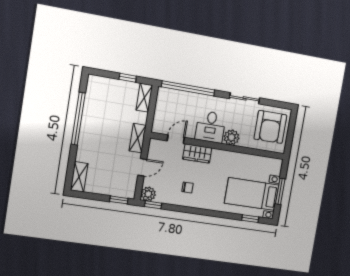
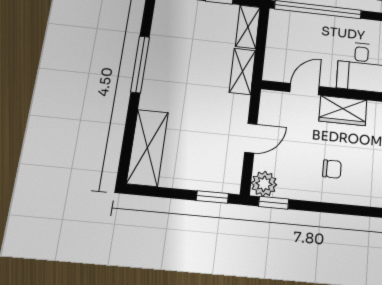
window: (78, 119) -> (140, 64), width x0.68
shelving: (138, 138) -> (242, 71), moved
shelving: (79, 177) -> (148, 148), width x1.50, depth x1.33

